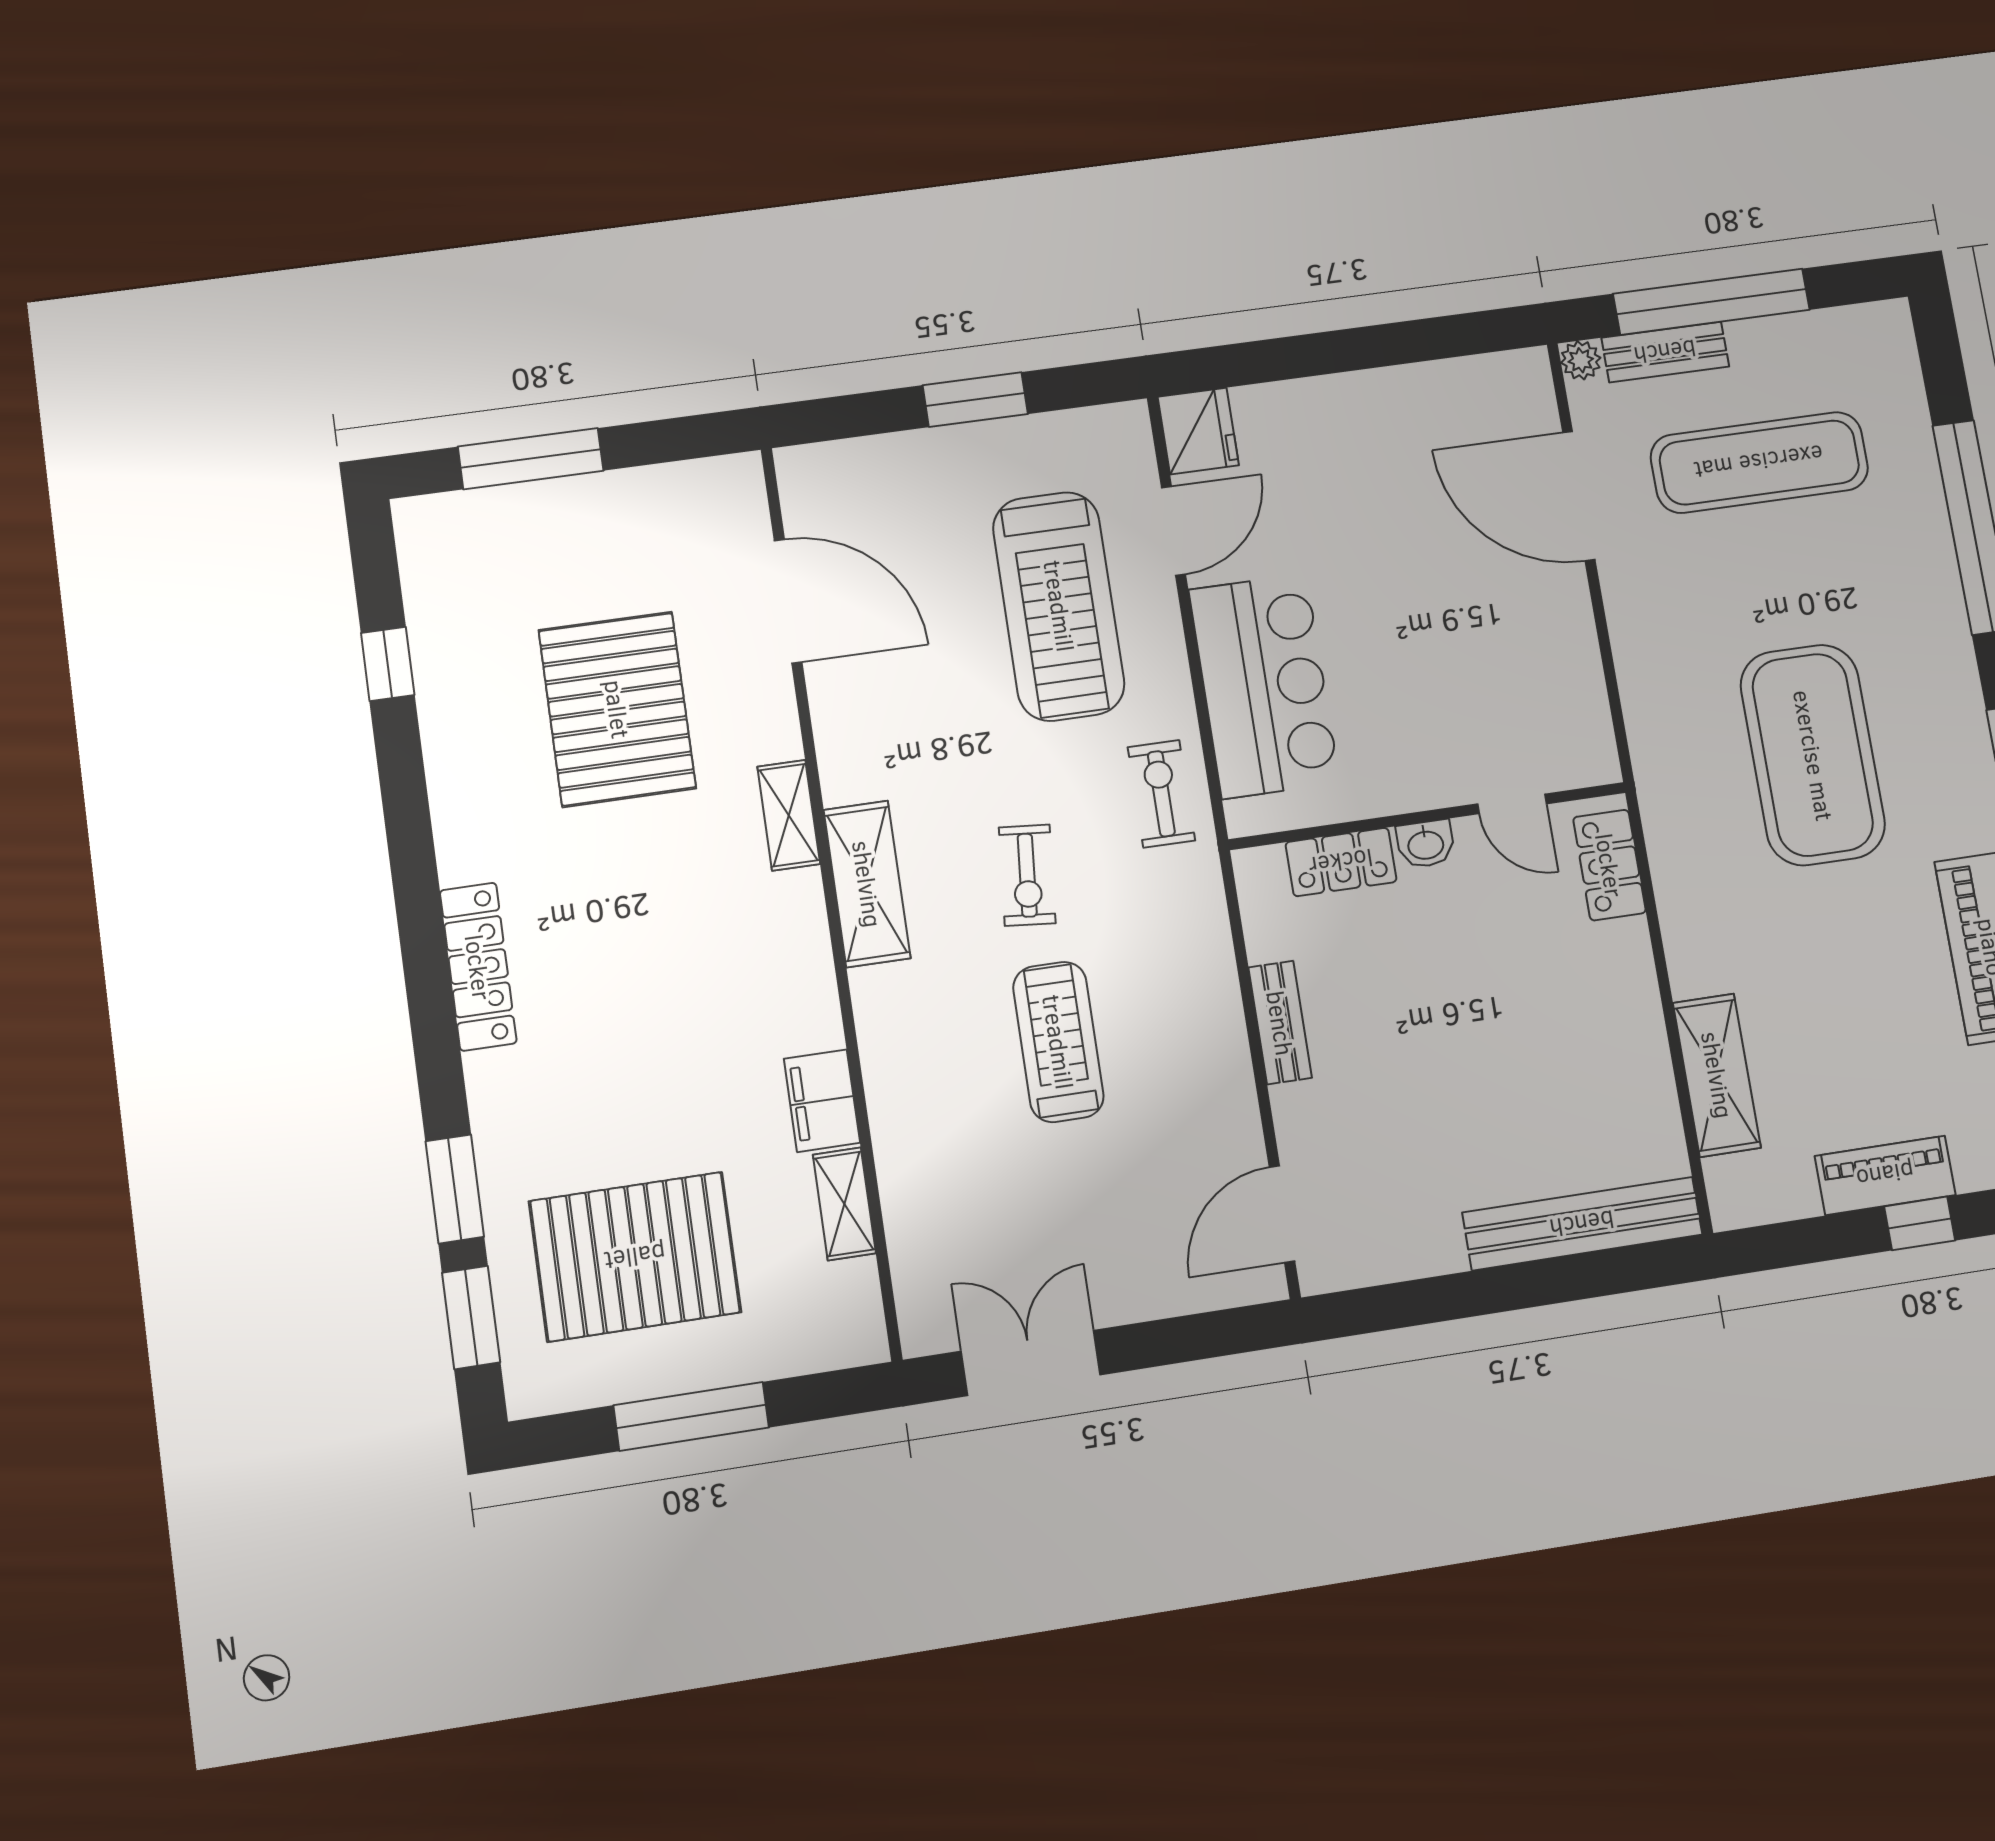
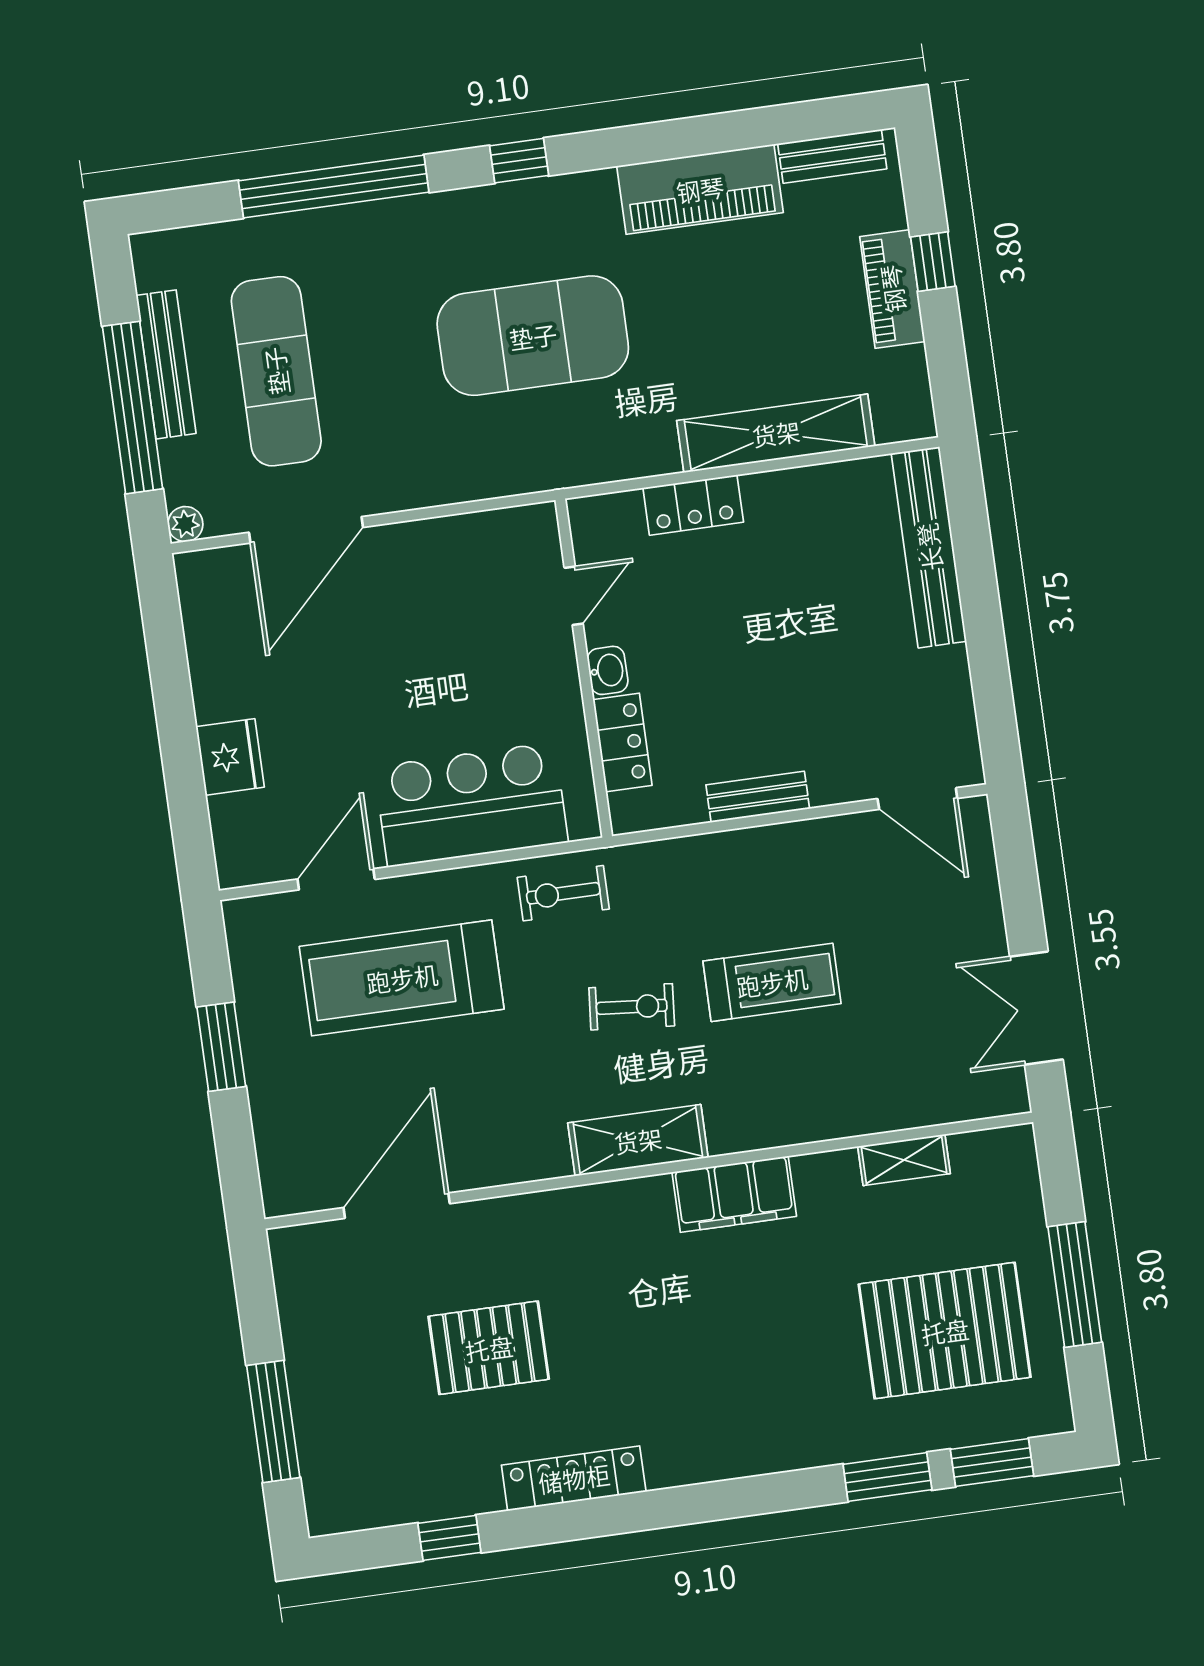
bench: (1665, 352) -> (166, 364), moved, width x1.36
fridge: (1198, 431) -> (230, 757), moved, turned 90
door: (1174, 531) -> (336, 879), hinge flipped
treadmill: (1059, 606) -> (402, 978), turned 180
pallet: (617, 709) -> (489, 1348), width x0.73, depth x0.71
shelving: (789, 815) -> (580, 1205), removed
locker: (1609, 865) -> (693, 505), moved
locker: (478, 967) -> (574, 1478), moved
treadmill: (1058, 1042) -> (772, 982), turned 180
shelving: (1717, 1075) -> (776, 433), width x1.47
filing cabinet: (822, 1101) -> (734, 1194), moved, width x1.50, depth x1.17
pallet: (635, 1257) -> (945, 1331), turned 90

